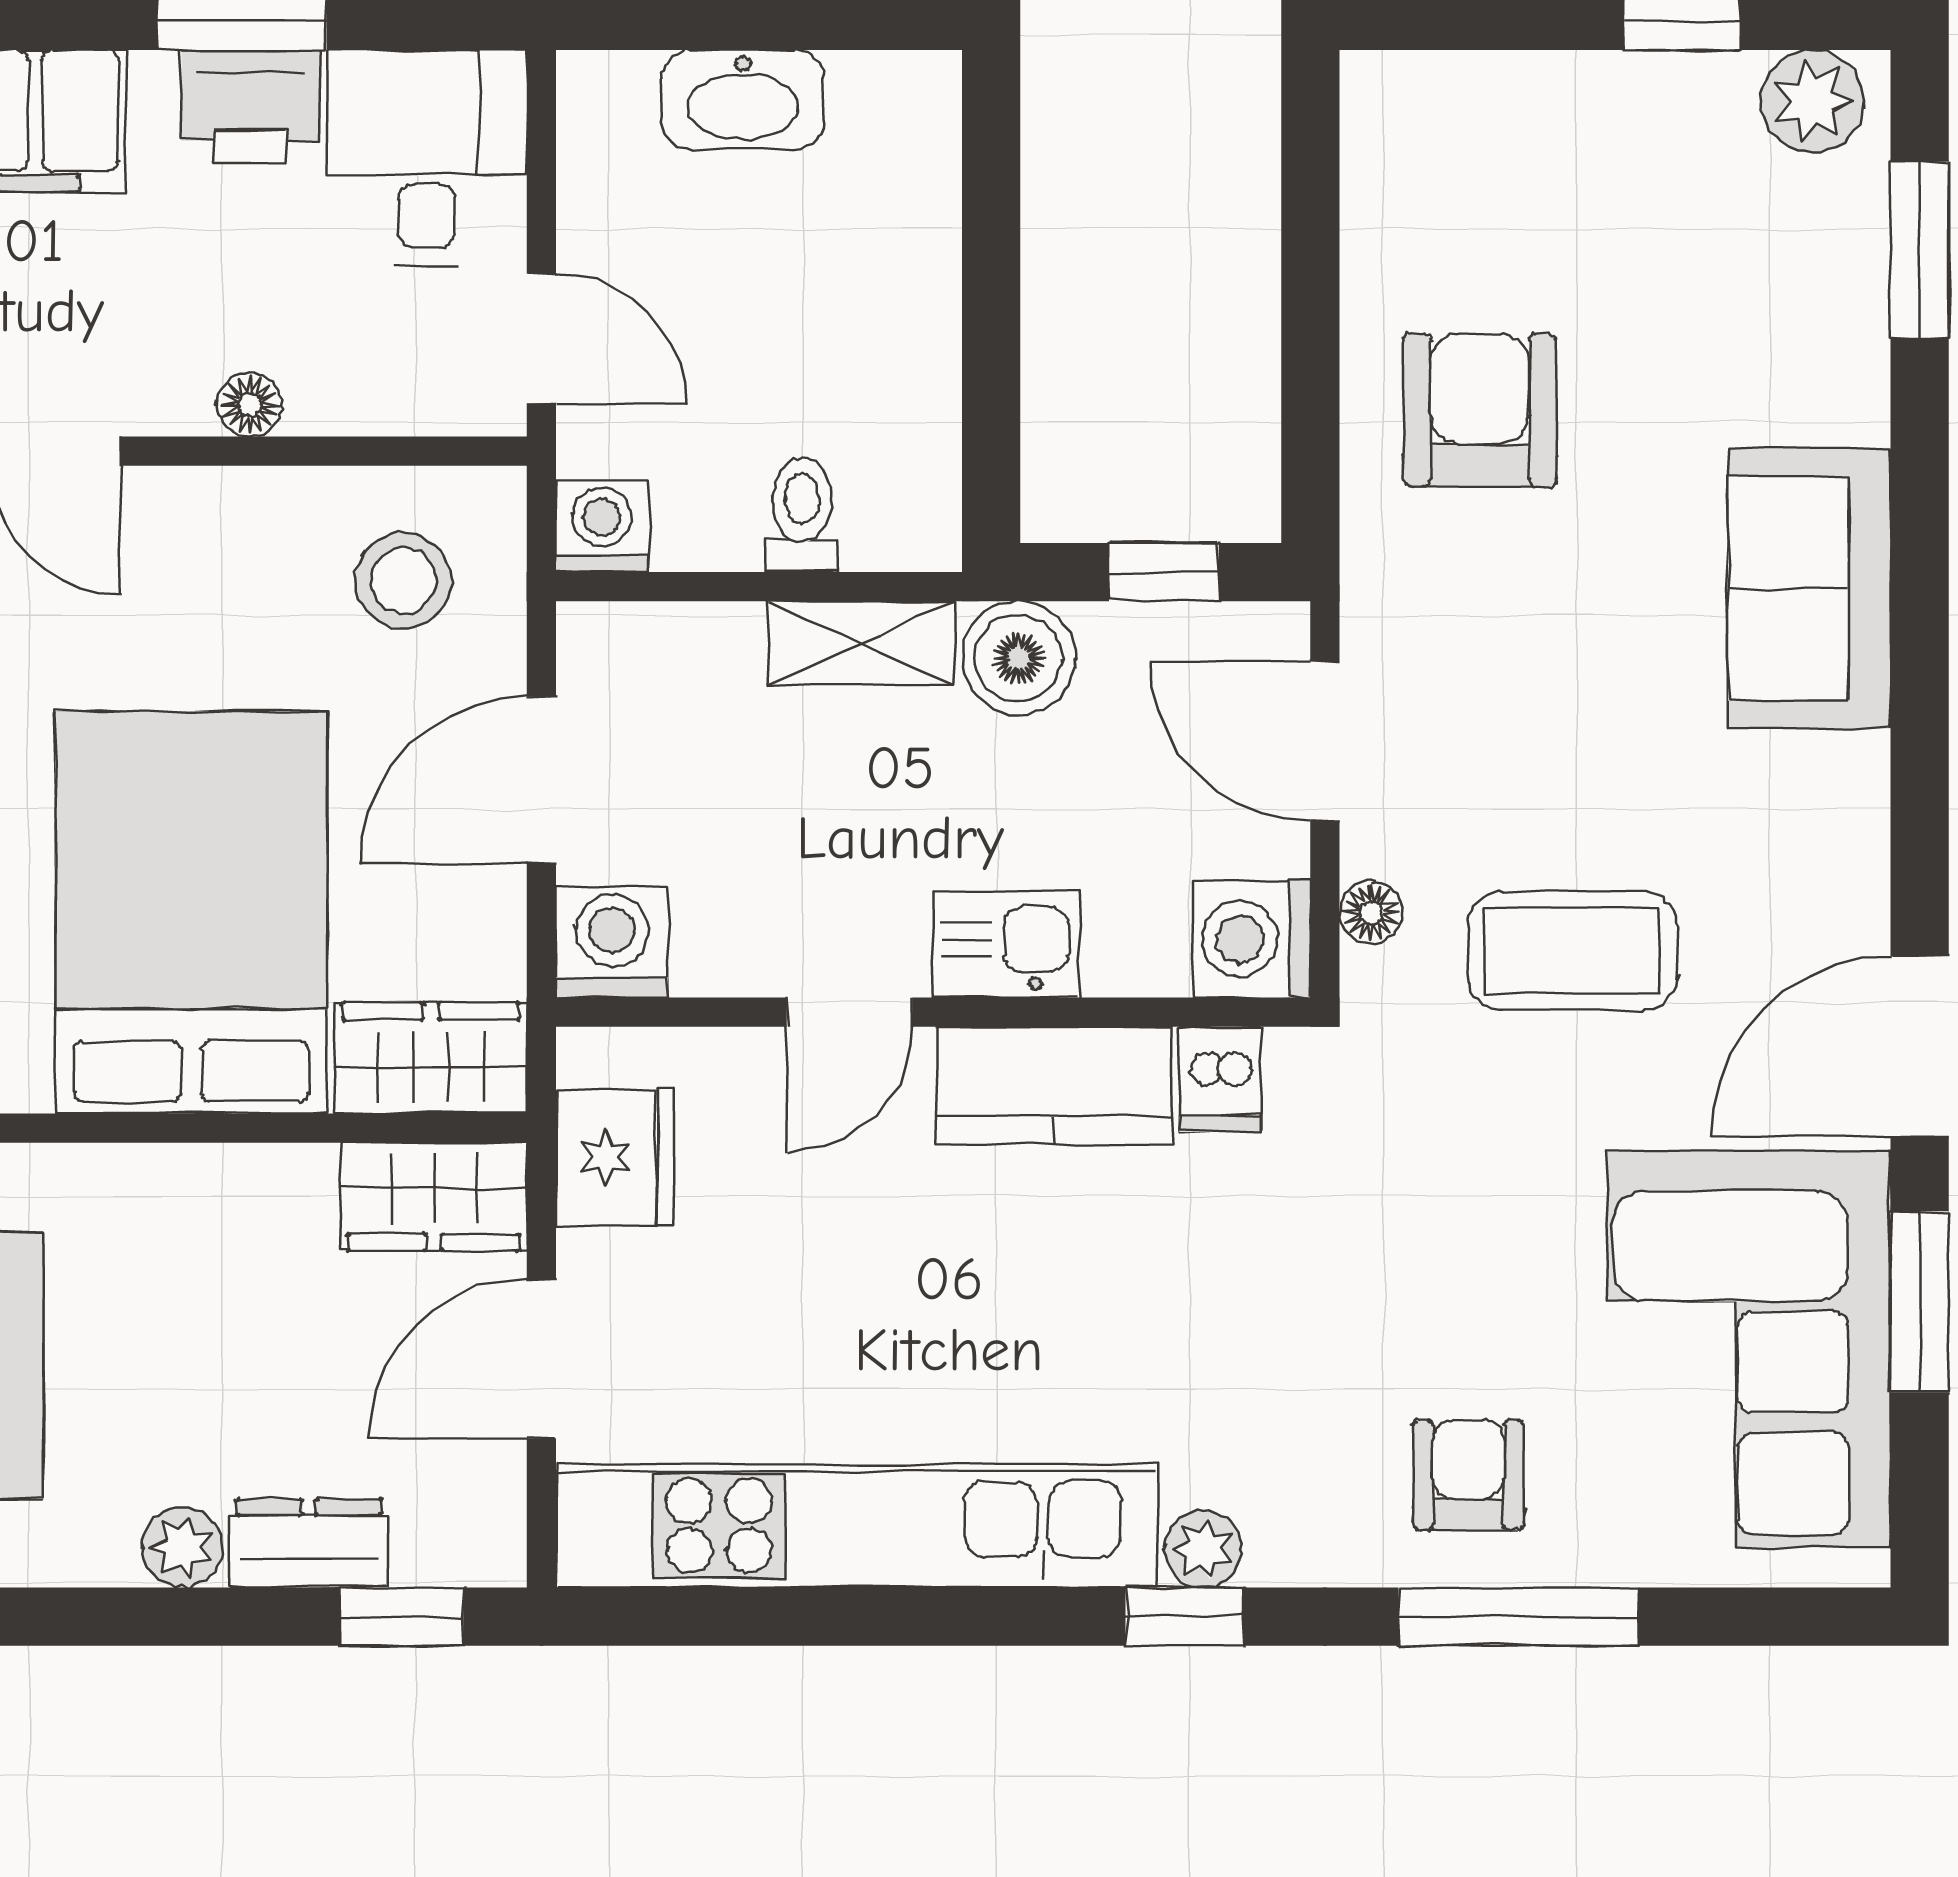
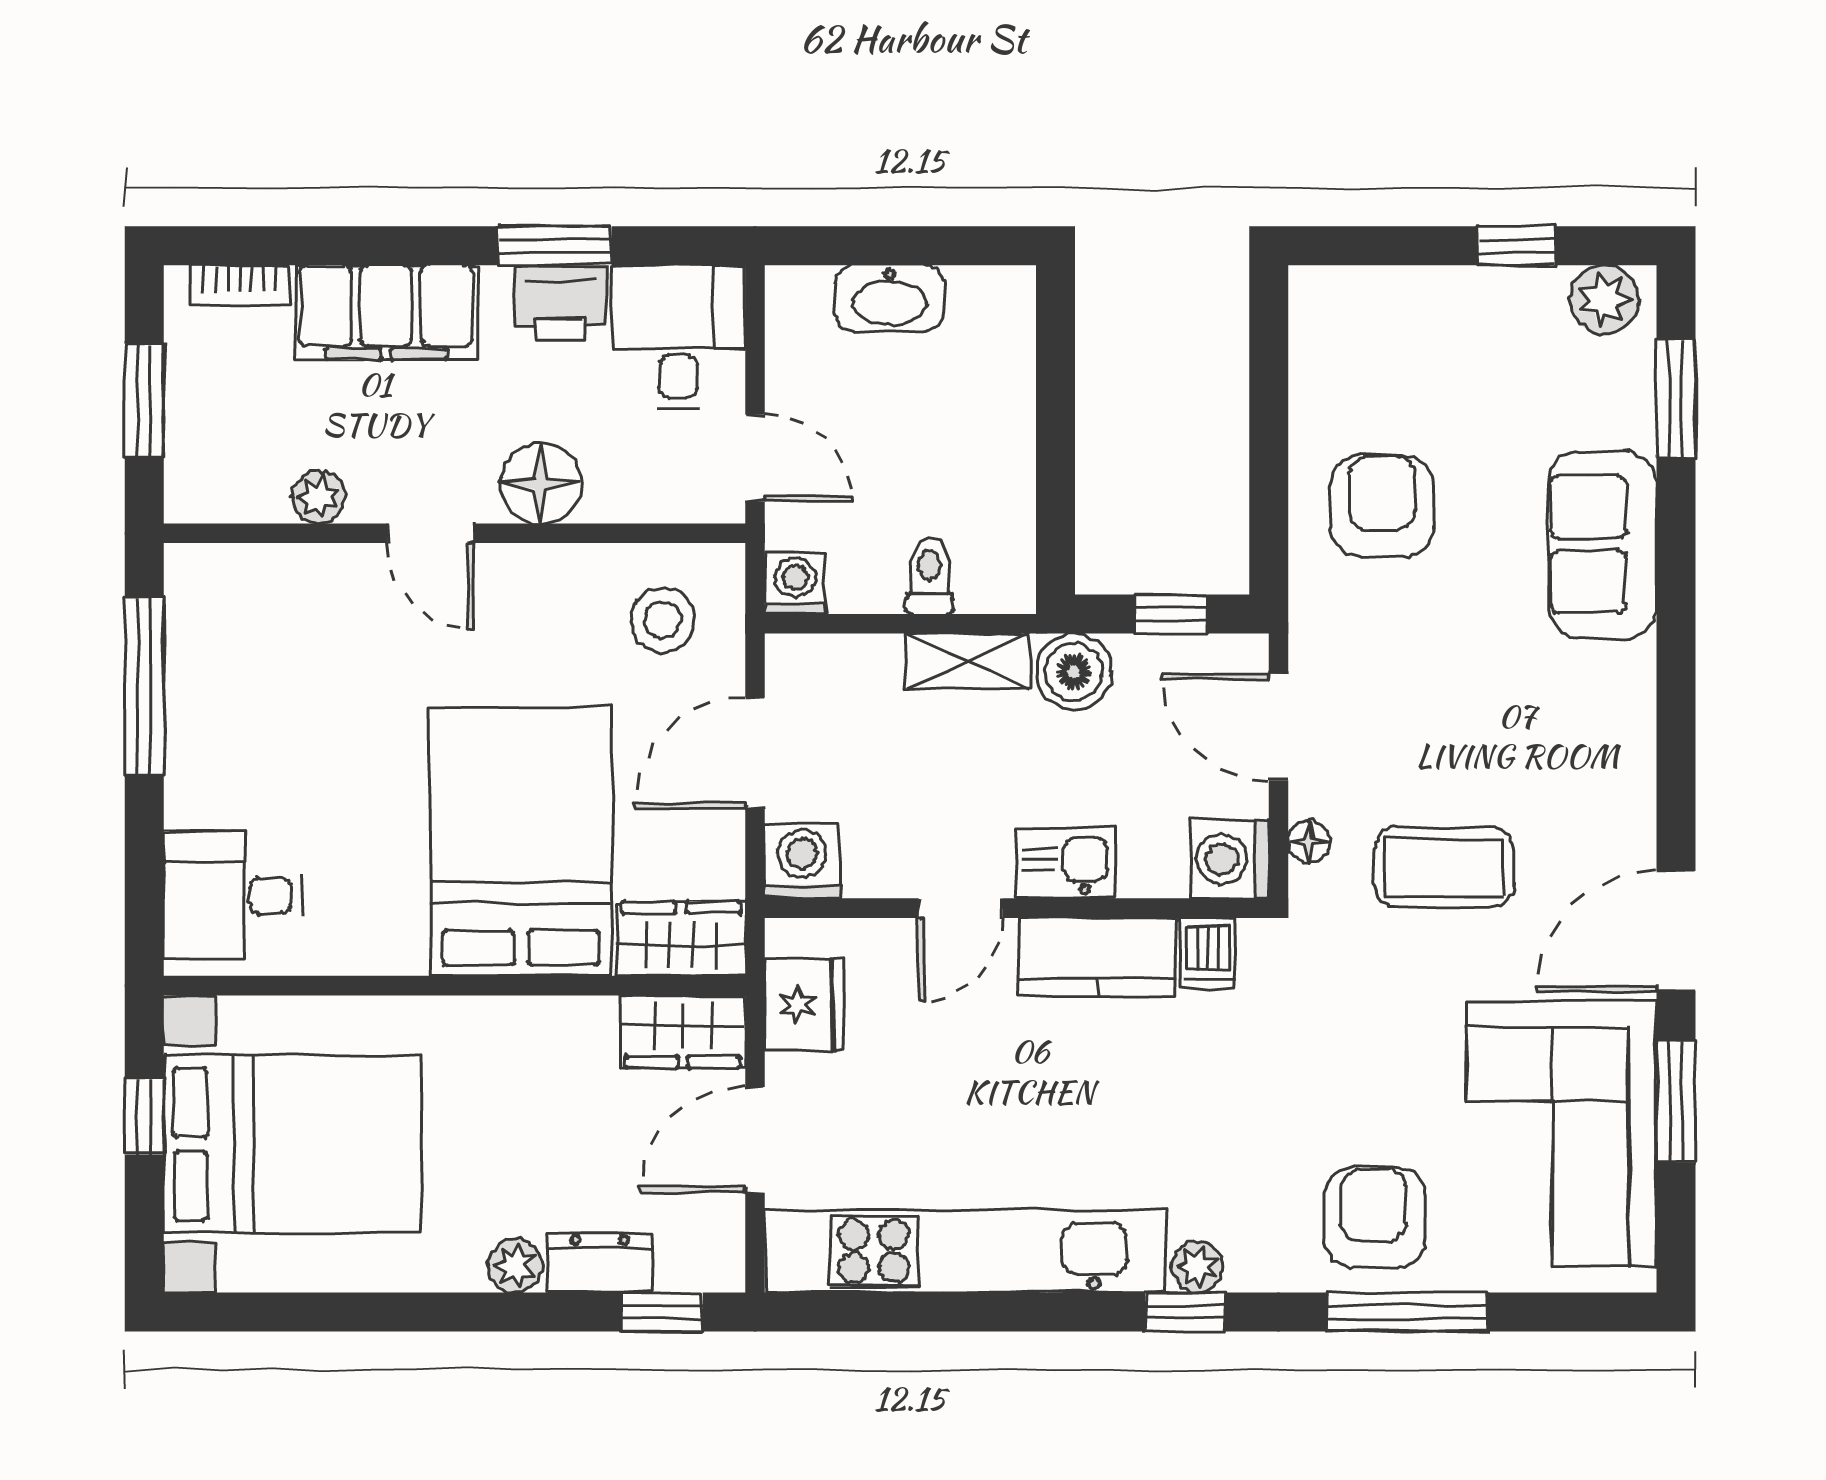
floor lamp: (250, 405) -> (541, 483), width x1.89, depth x1.89
sofa: (1810, 588) -> (1602, 544), moved
armchair: (1468, 1475) -> (1374, 1217), width x1.38, depth x1.38

